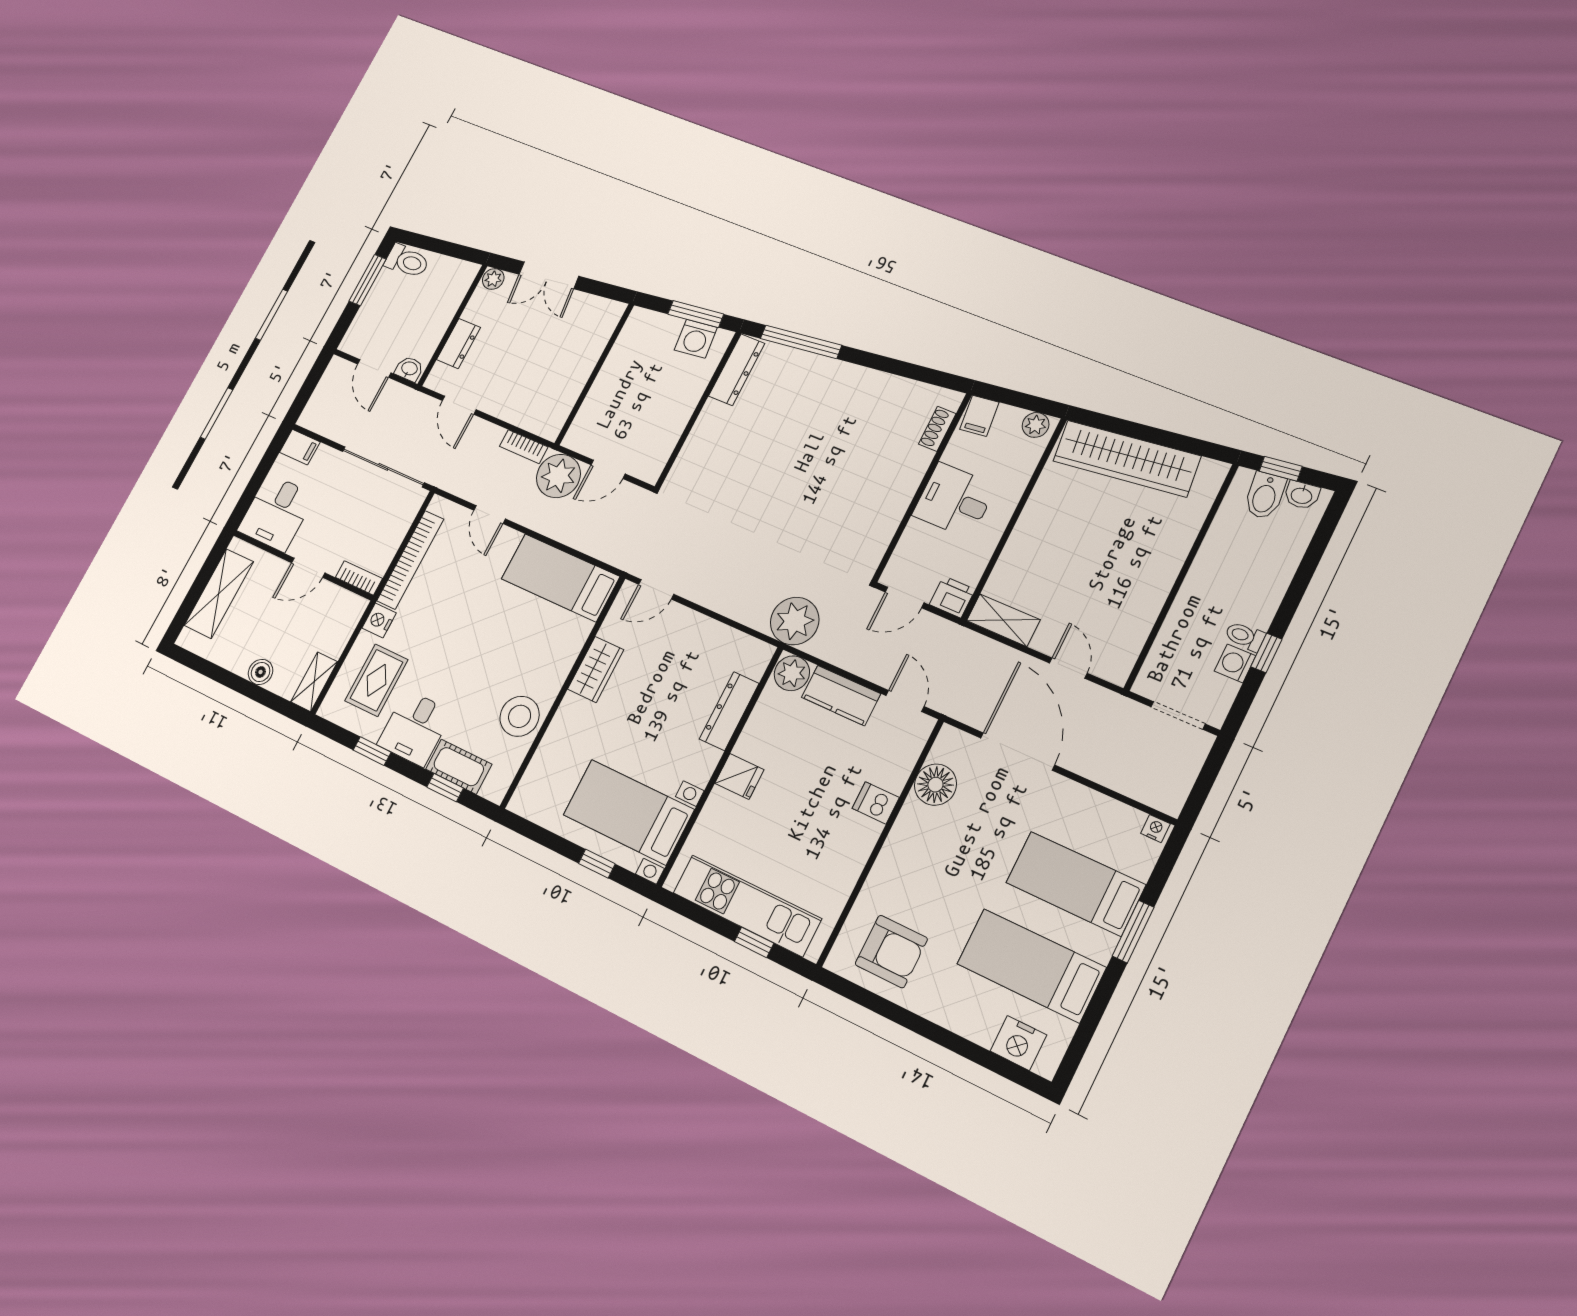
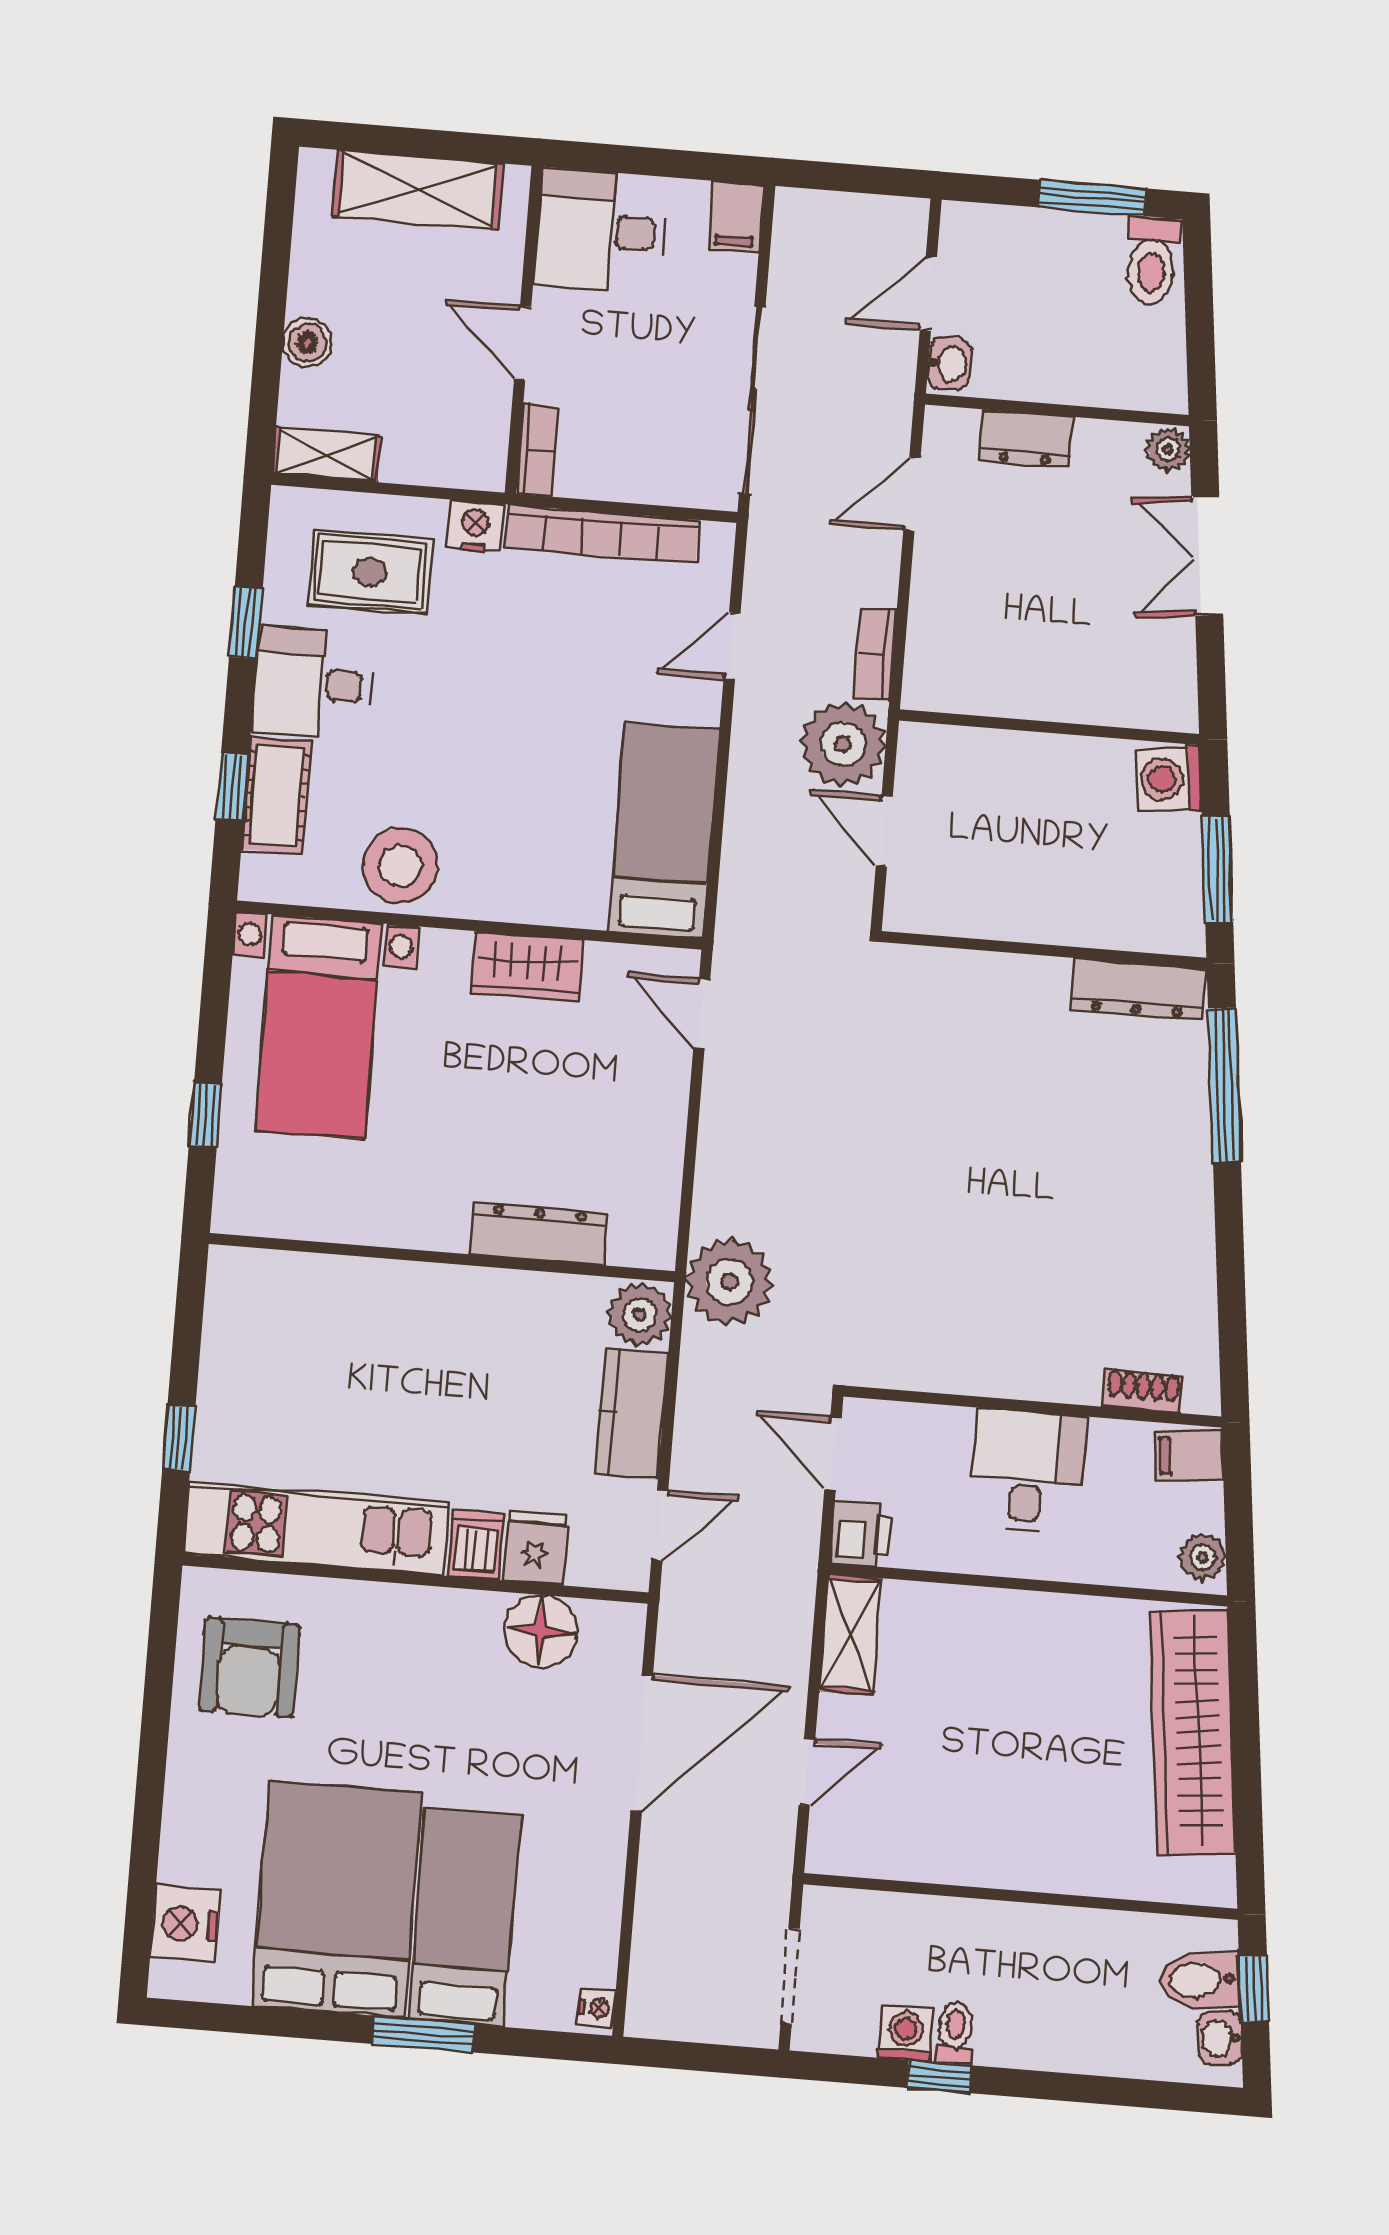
washing machine: (696, 339) -> (1169, 779), moved
fridge: (739, 777) -> (535, 1548), moved, turned 180
bed with nightstands: (629, 812) -> (318, 1027), moved, turned 180
kitchen unit: (747, 906) -> (316, 1528), moved, turned -90
bed: (1031, 966) -> (337, 1899), width x1.50

